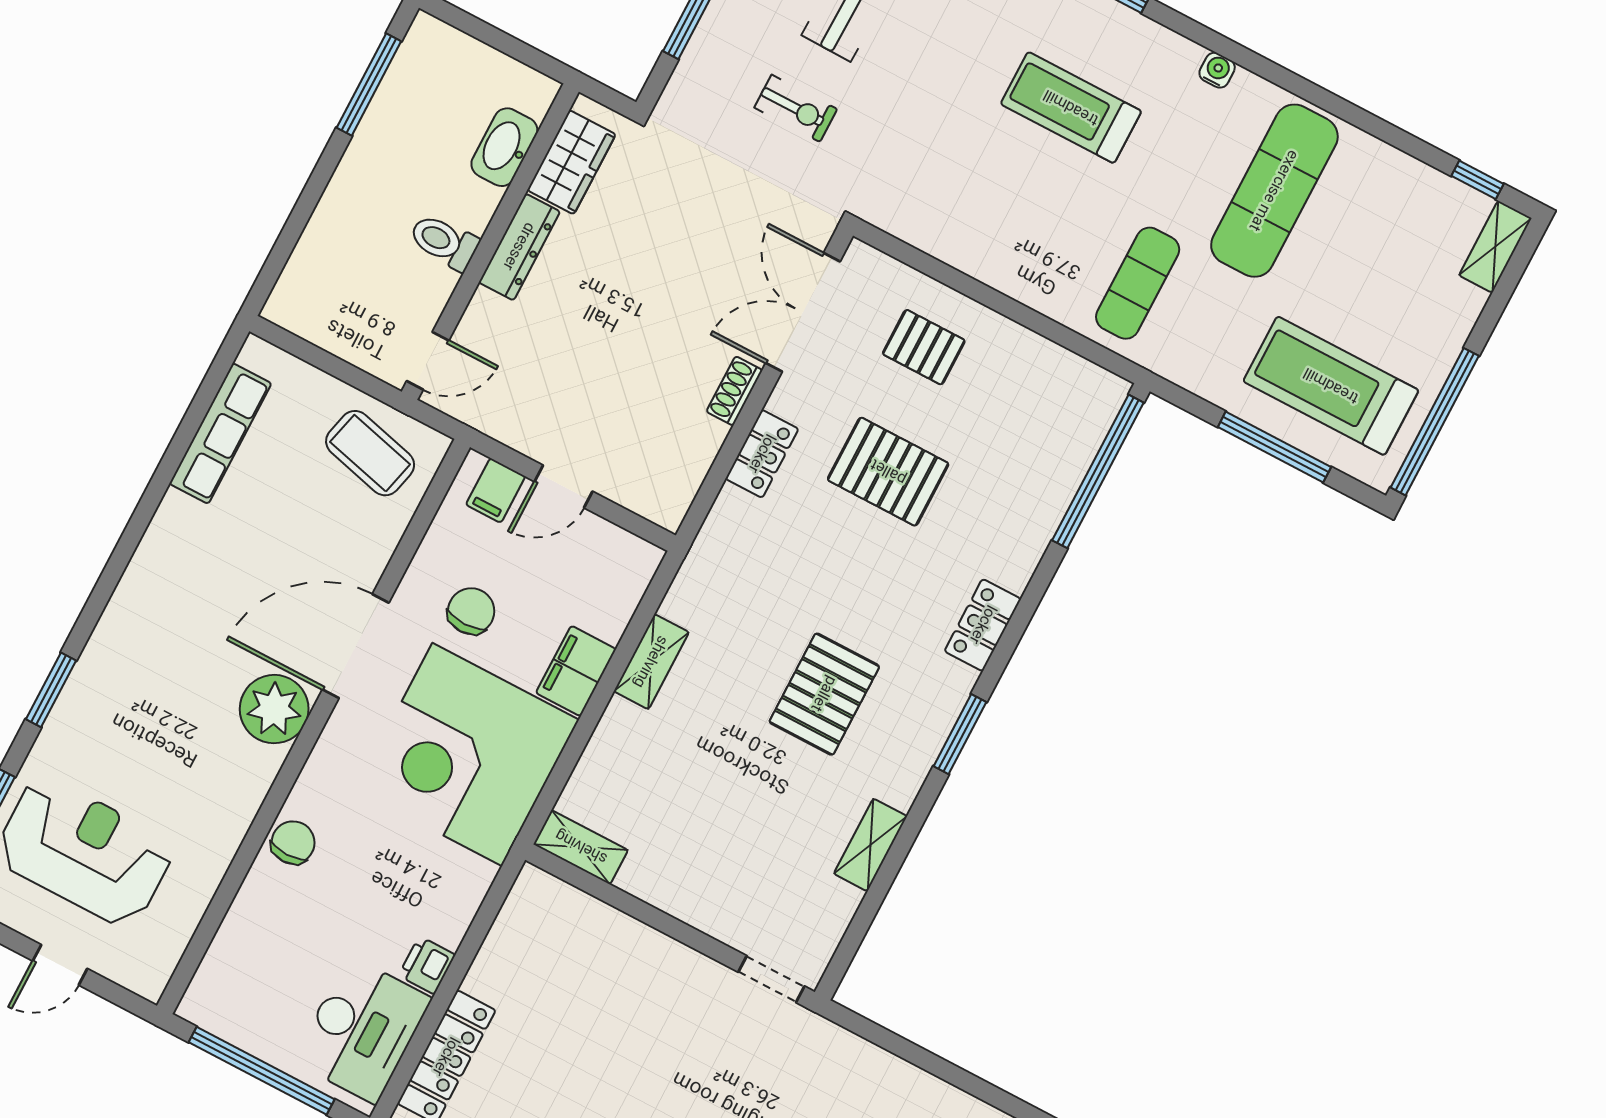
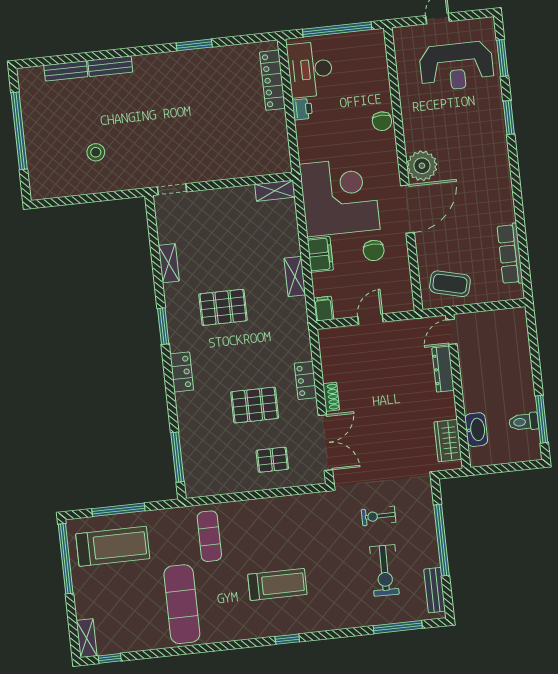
water cooler: (1217, 70) -> (233, 634), removed
toilet: (444, 242) -> (524, 422), moved, turned 180
dresser: (519, 247) -> (443, 369), moved
window: (1098, 471) -> (177, 457), width x0.68
filing cabinet: (496, 490) -> (324, 309), moved
pallet: (824, 694) -> (223, 307), turned 90

